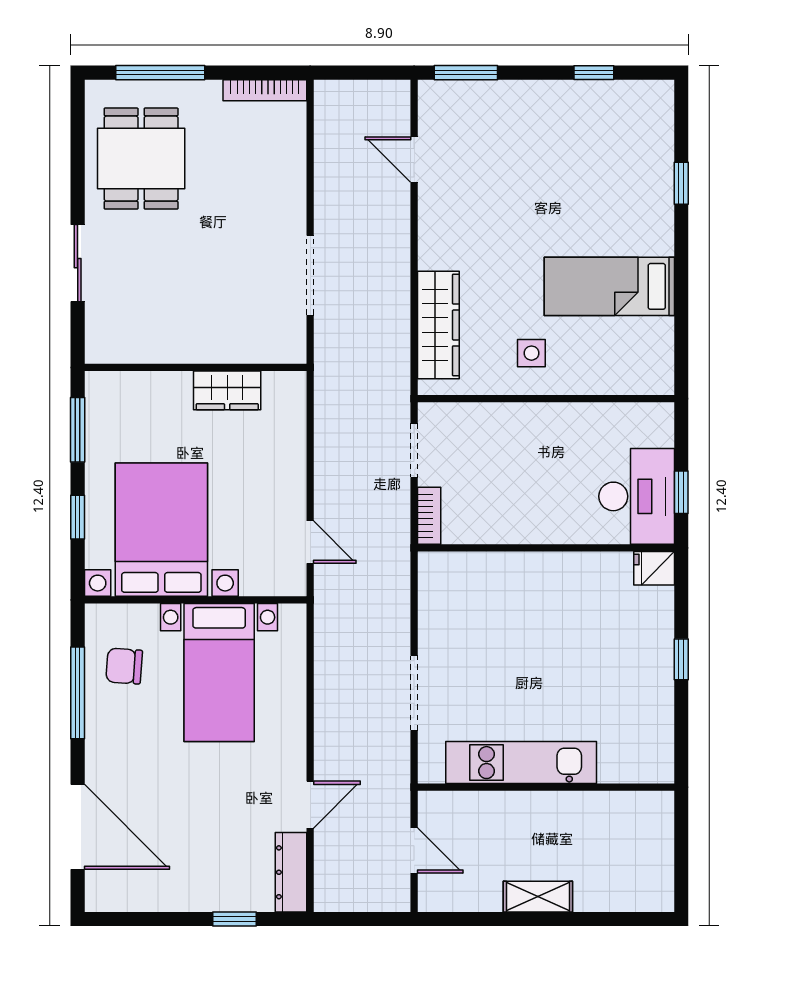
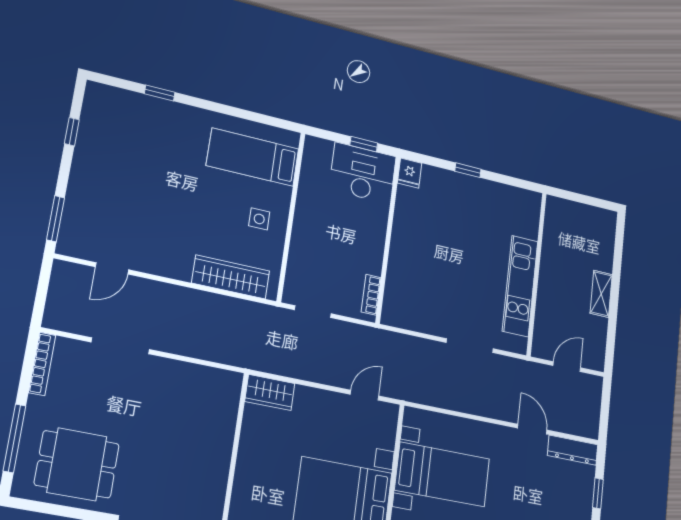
doorway: (310, 275) -> (120, 346), moved
bed: (609, 286) -> (253, 157), moved, turned 90
wardrobe: (227, 390) -> (270, 392), moved, turned 90
bookcase: (429, 516) -> (371, 295), moved, turned -90

